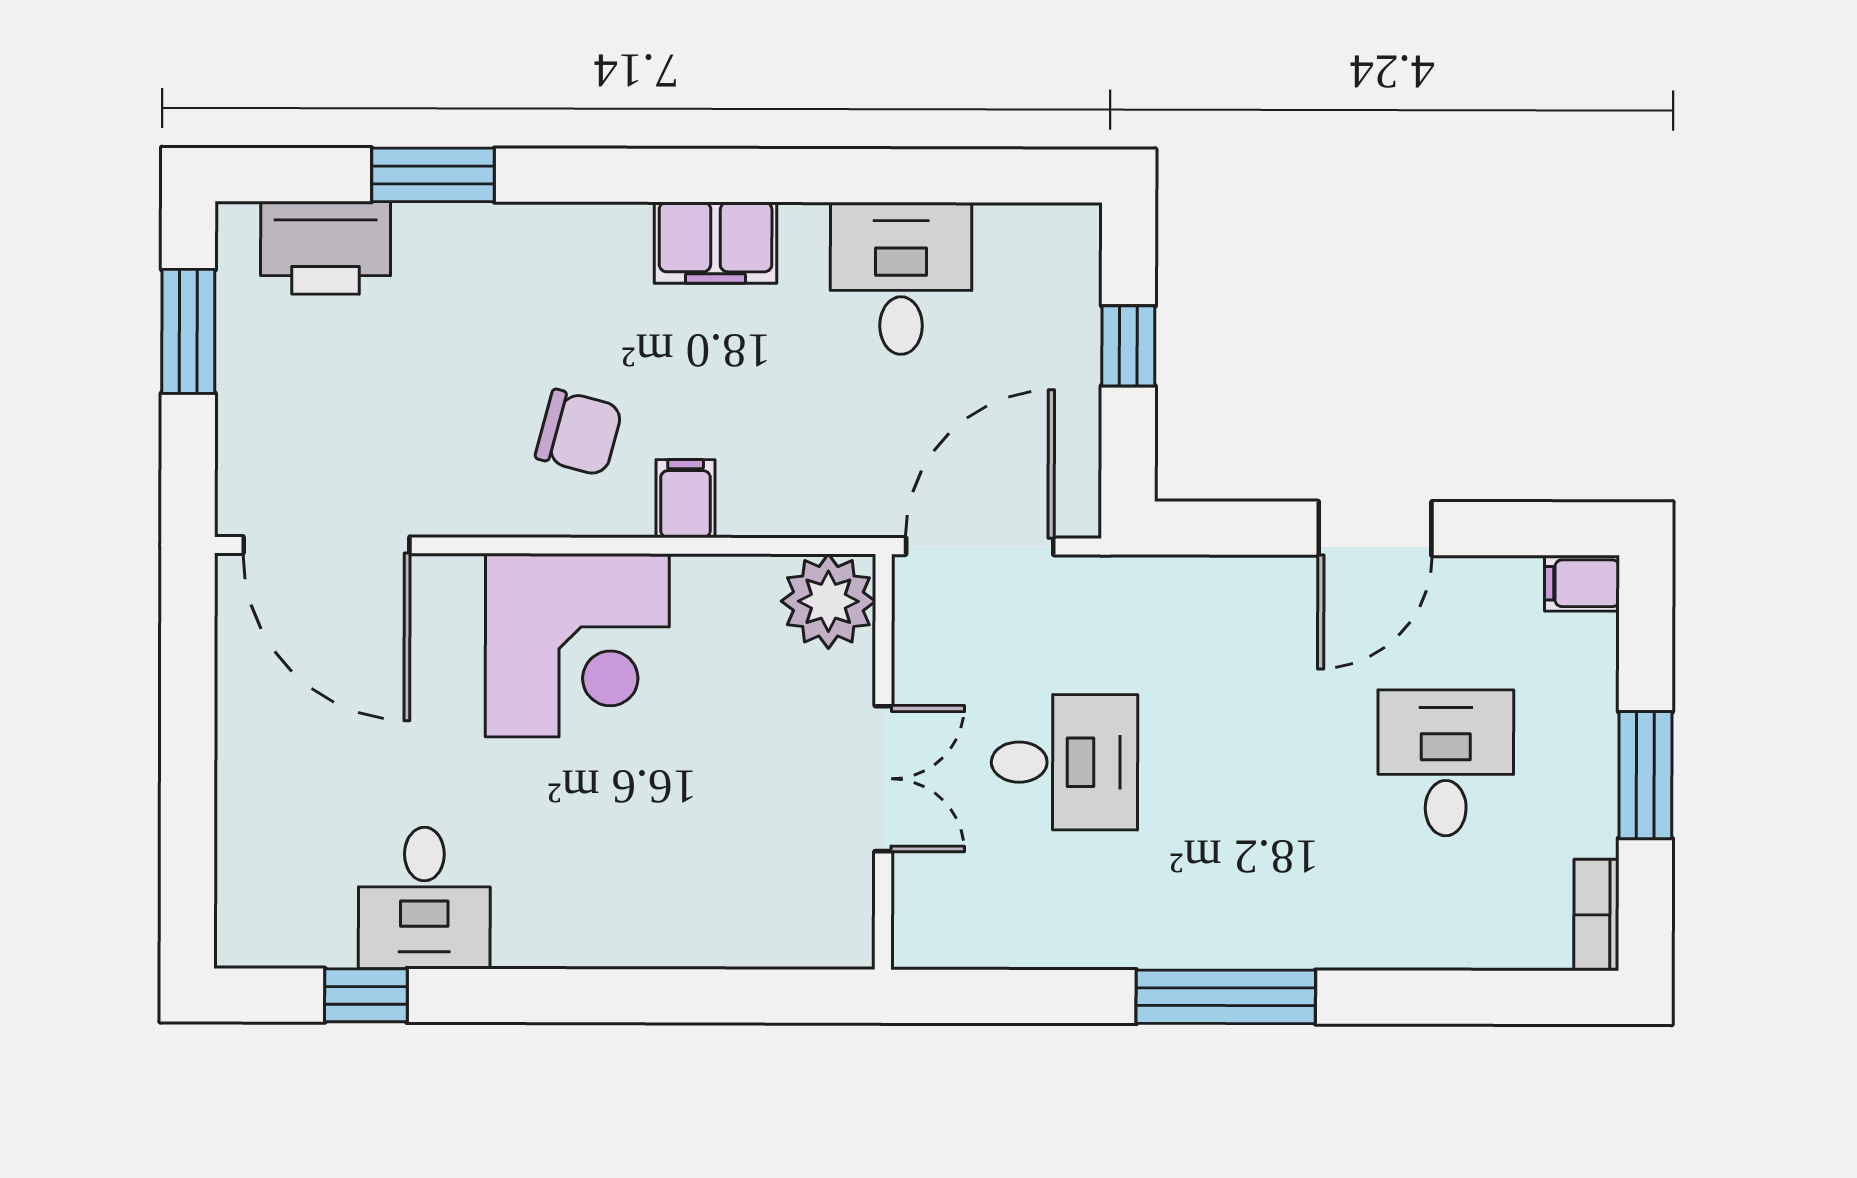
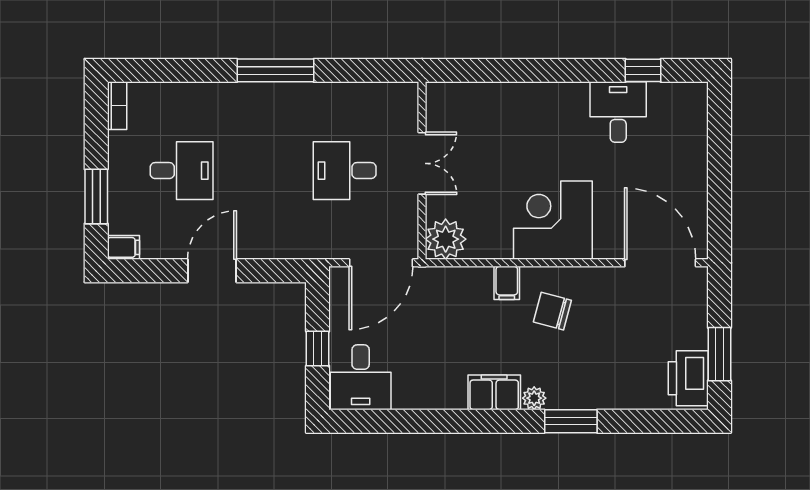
window: (433, 175) -> (571, 421), moved
plant: (622, 229) -> (534, 398), added
printer: (326, 248) -> (688, 378), moved, turned -90
desk: (901, 278) -> (361, 377), moved
desk: (1446, 763) -> (182, 171), turned -90
window: (1645, 775) -> (96, 196), moved
double door: (883, 779) -> (422, 163), swing flipped

